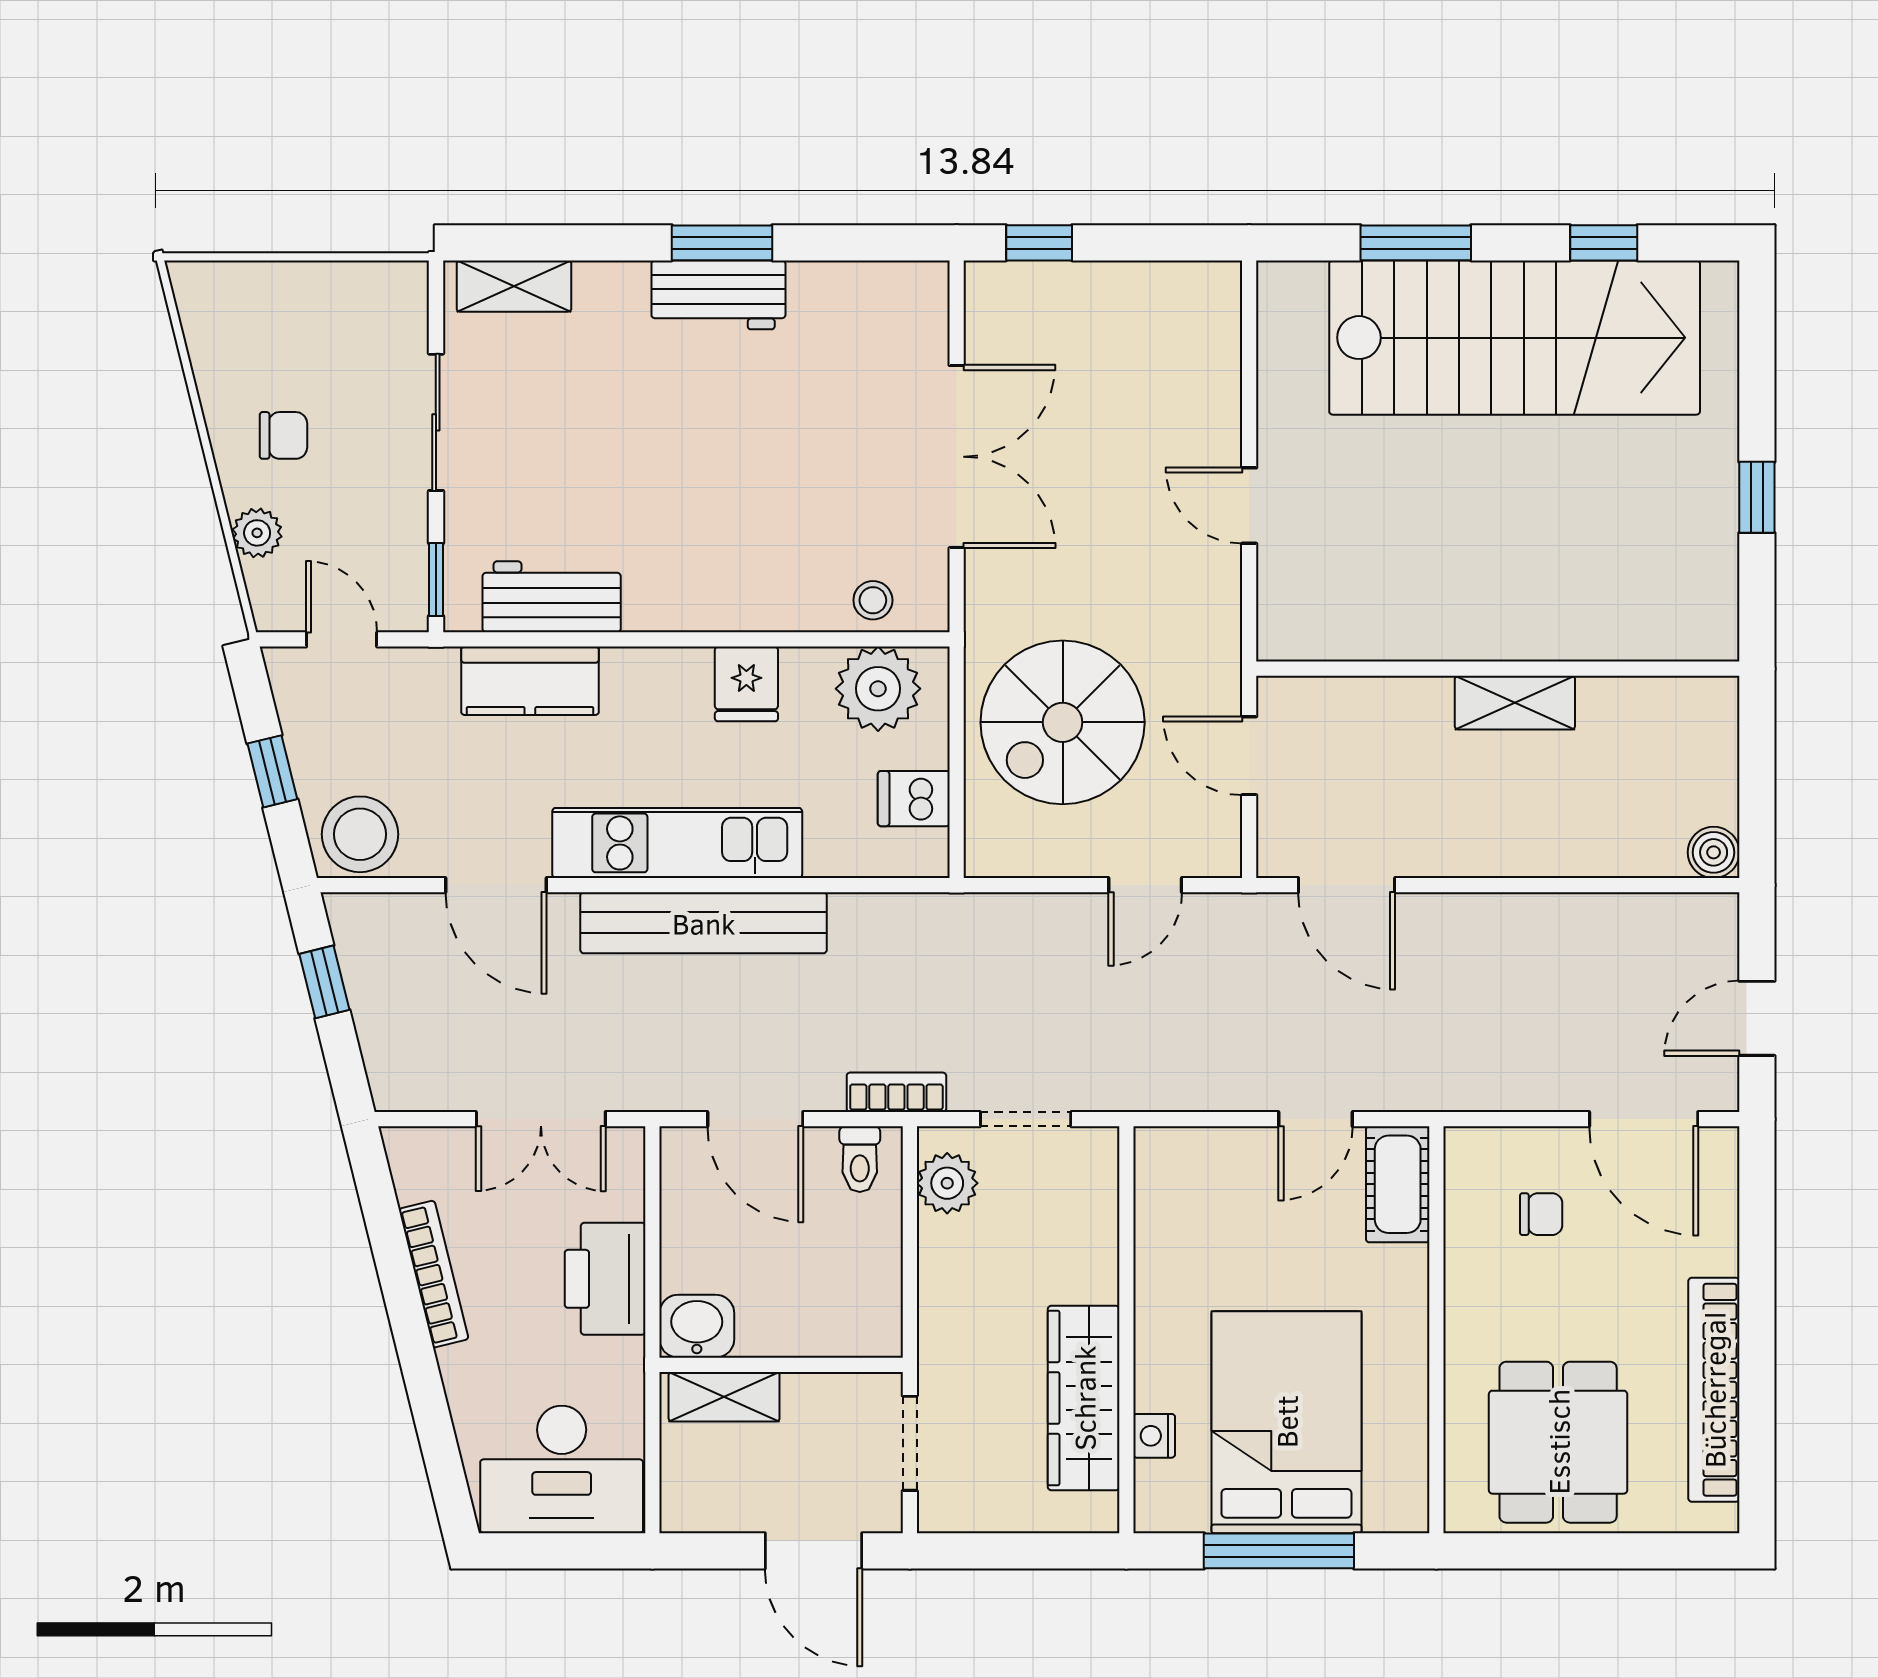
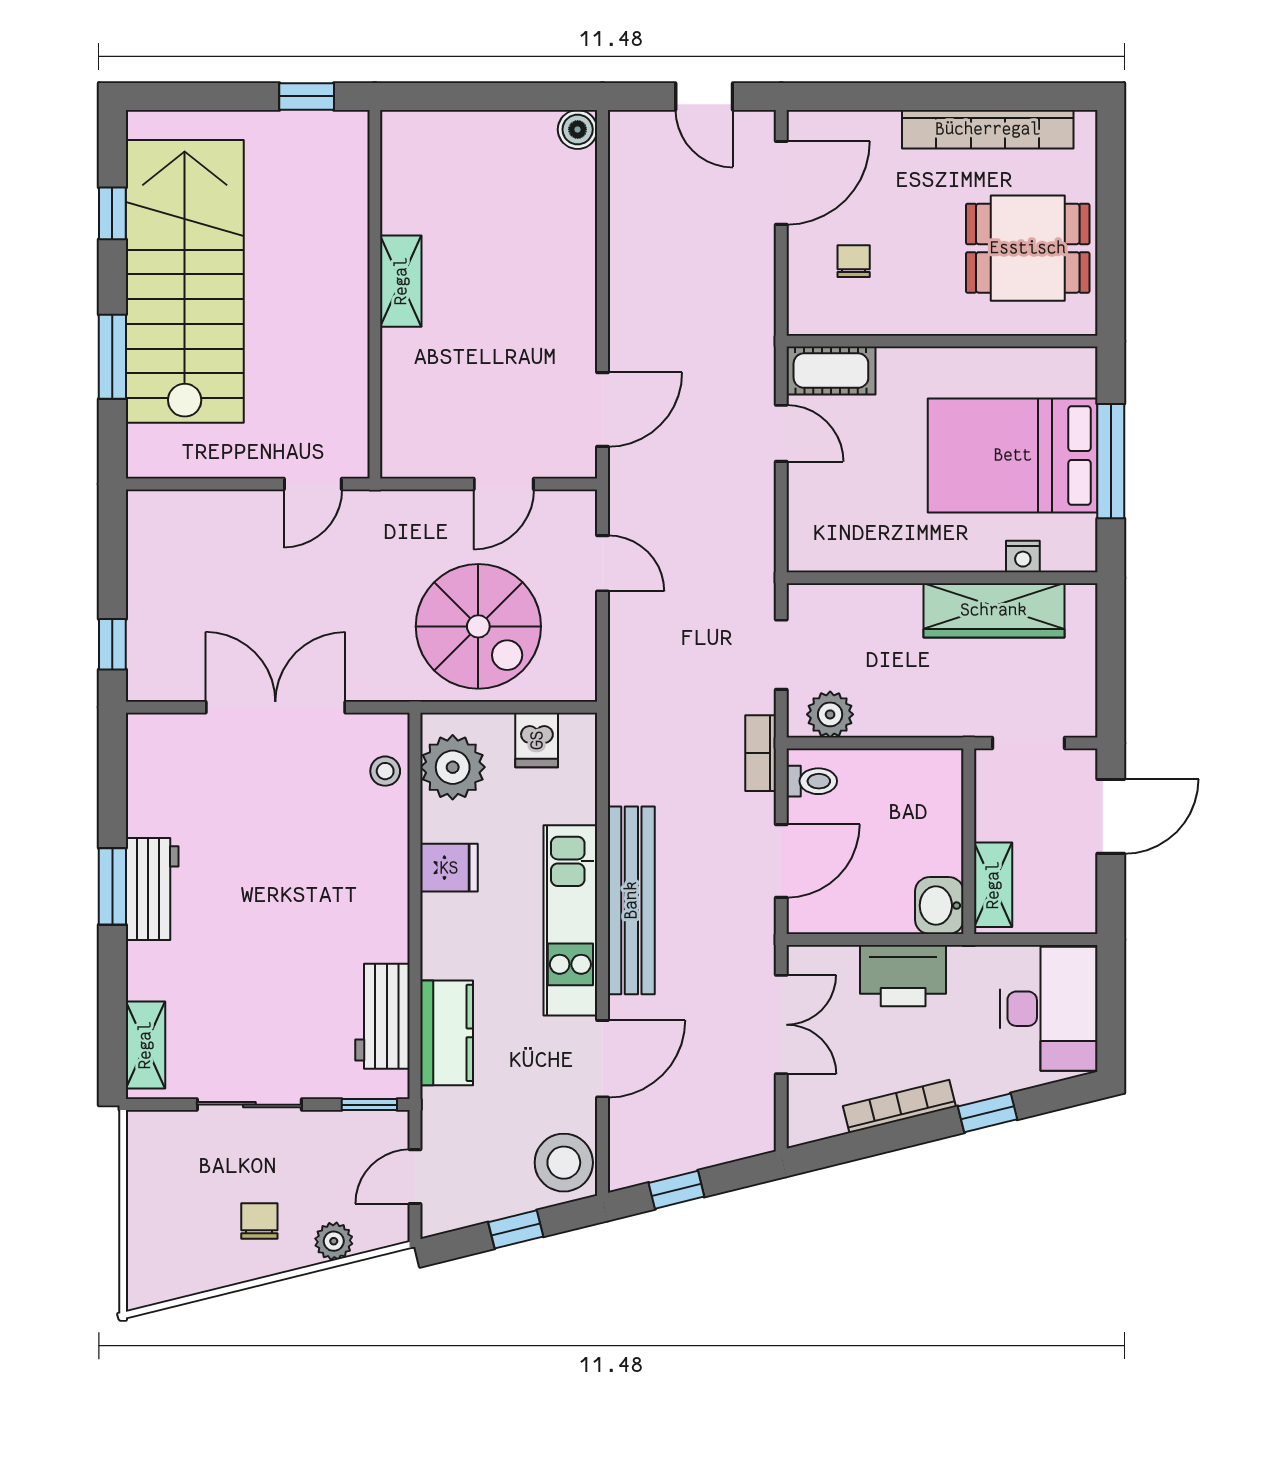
wall: (1498, 669) -> (375, 294), moved
shelving: (1515, 703) -> (401, 281), moved
window: (425, 1390) -> (988, 1113), added

